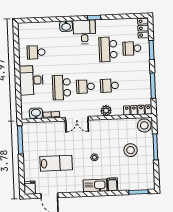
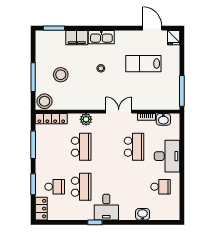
washbasin: (66, 26) -> (143, 214), moved
school desk: (109, 86) -> (81, 147), width x1.85
school desk: (85, 87) -> (108, 147), removed
filing cabinet: (112, 184) -> (77, 38), width x2.00

